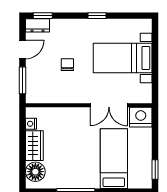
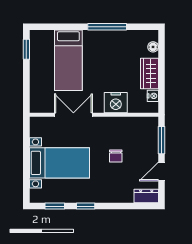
window: (43, 16) -> (55, 206), moved
nightstand: (141, 117) -> (116, 103), moved
floor lamp: (35, 172) -> (153, 47), width x0.53, depth x0.53

